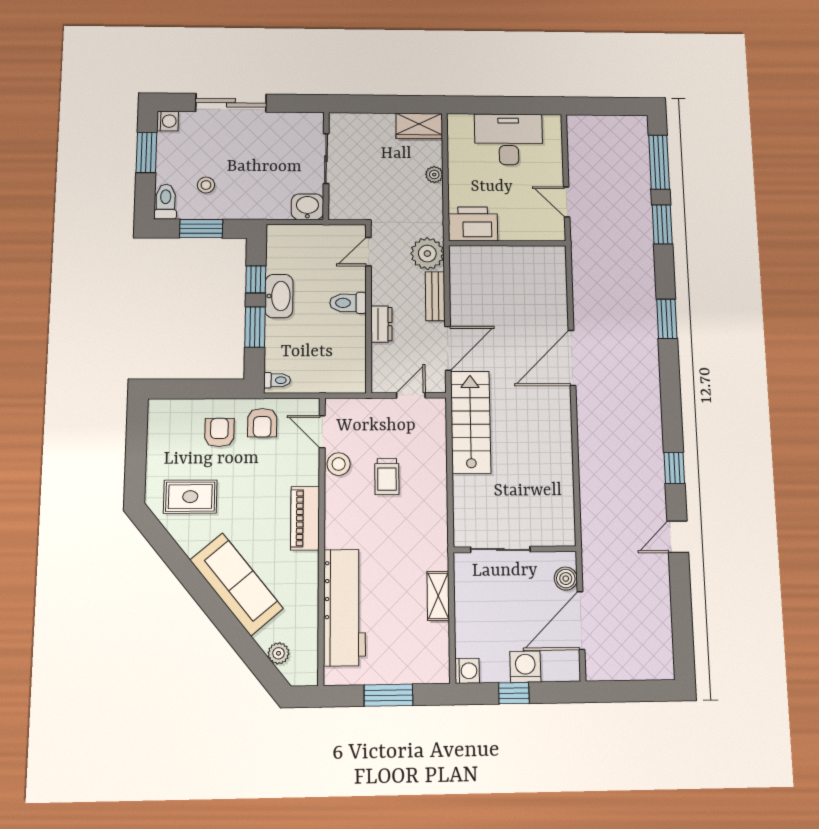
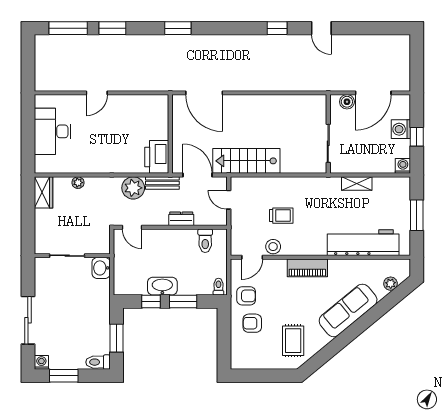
stool: (206, 185) -> (86, 336), removed
printer: (473, 224) -> (157, 157), moved
wall: (507, 243) -> (170, 134), moved
toilet: (348, 303) -> (205, 241), moved
door: (581, 621) -> (373, 93), hinge flipped

